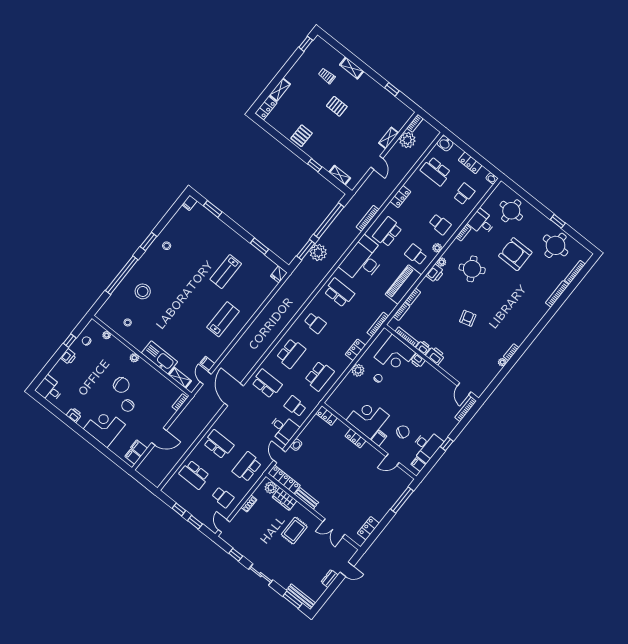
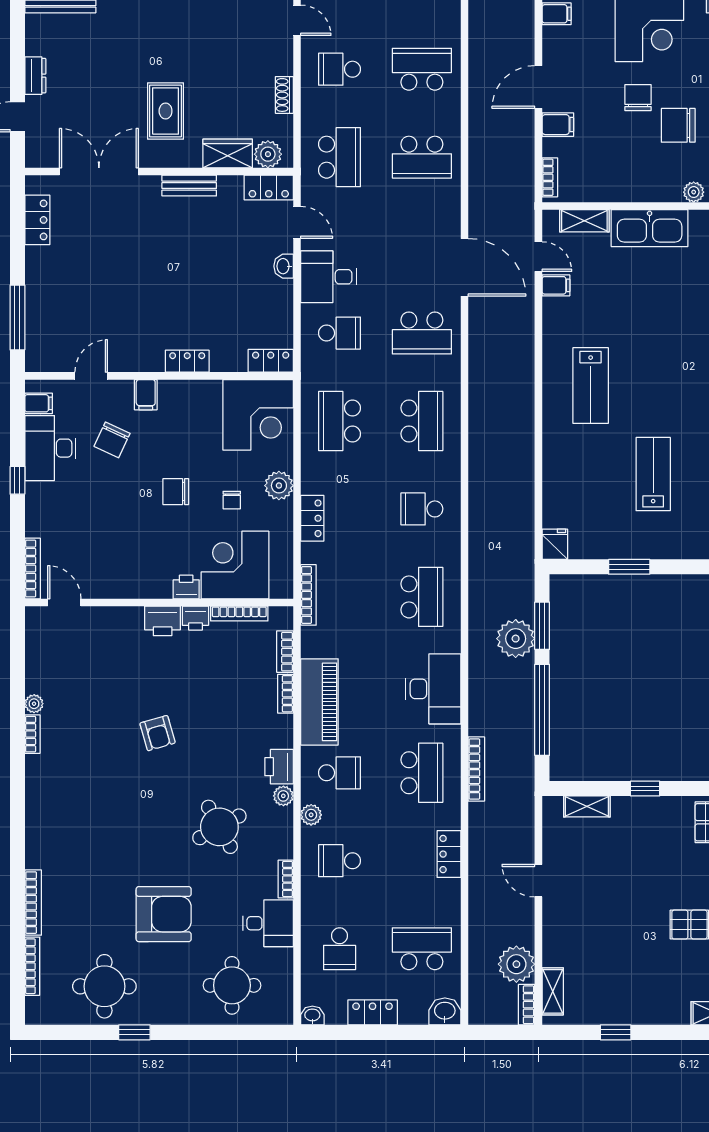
shelving: (389, 138) -> (553, 991), moved
desk: (363, 260) -> (433, 689), width x0.73, depth x0.77
school desk: (339, 293) -> (422, 597), turned -90
school desk: (291, 353) -> (422, 421), turned 180
chair: (395, 396) -> (176, 492), added
corner desk: (368, 418) -> (258, 415), moved
filing cabinet: (139, 448) -> (558, 125), moved
locker: (284, 479) -> (269, 188), width x0.66
double door: (334, 528) -> (99, 171), width x1.37

